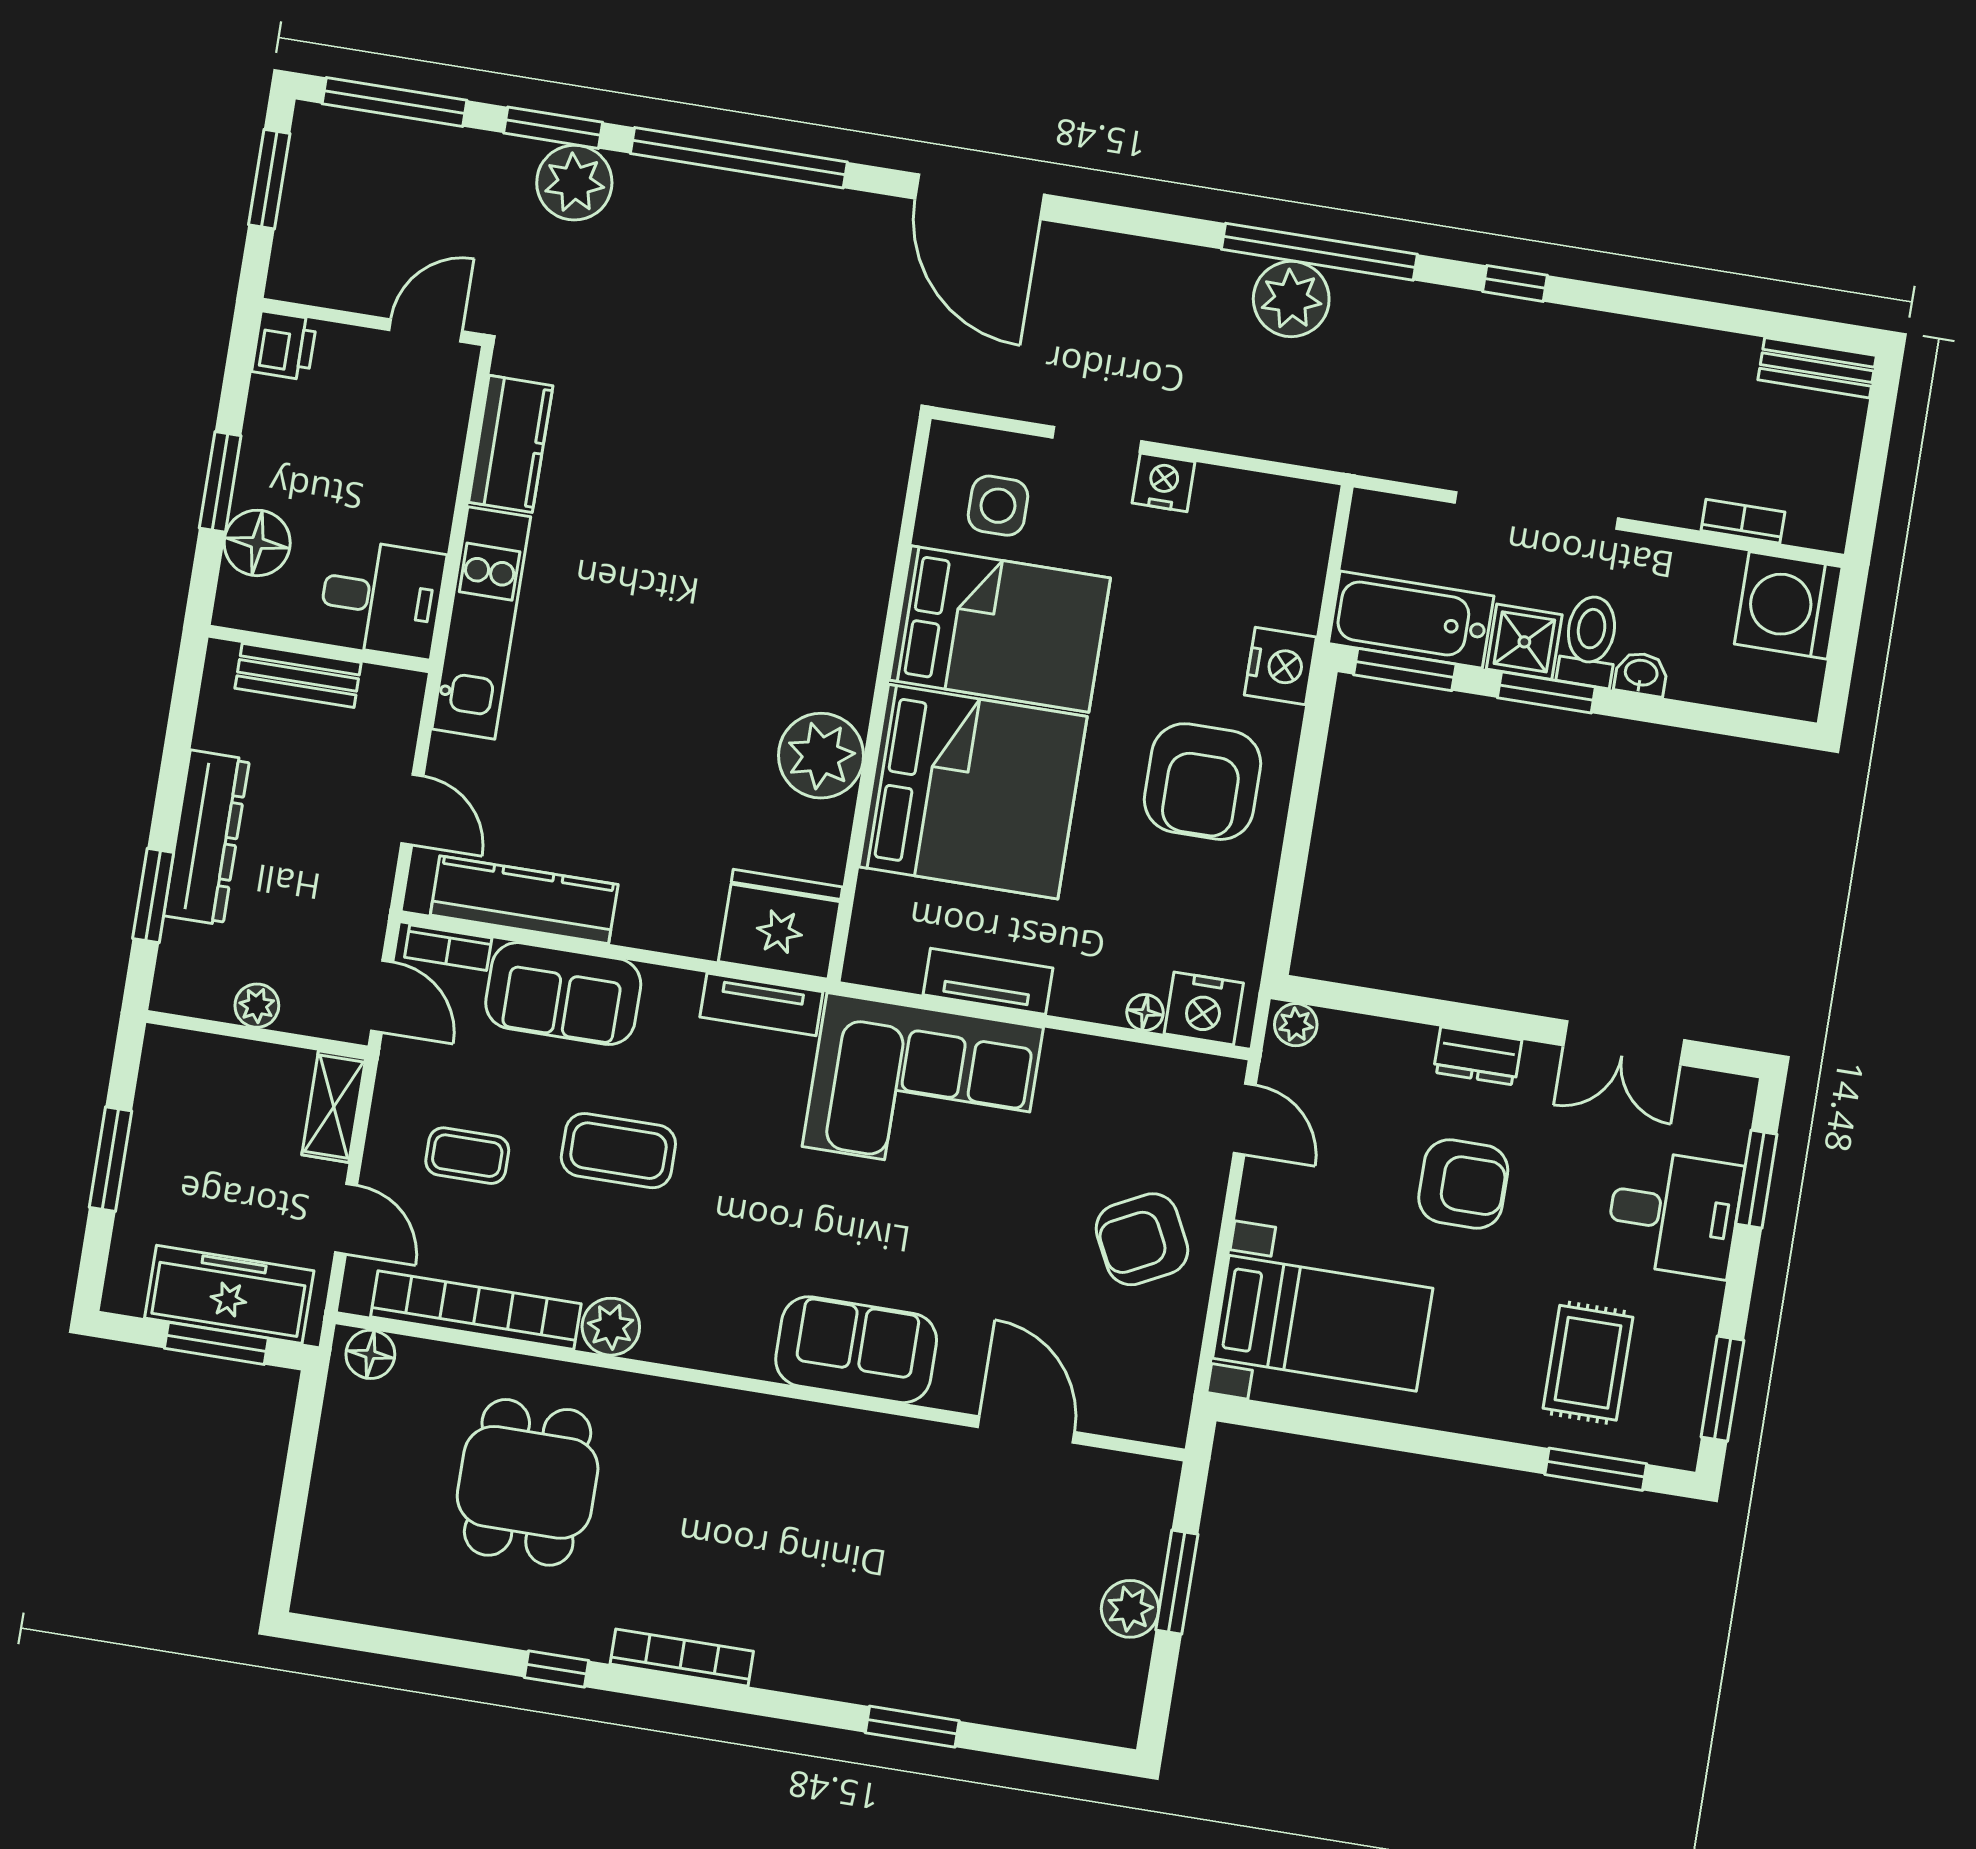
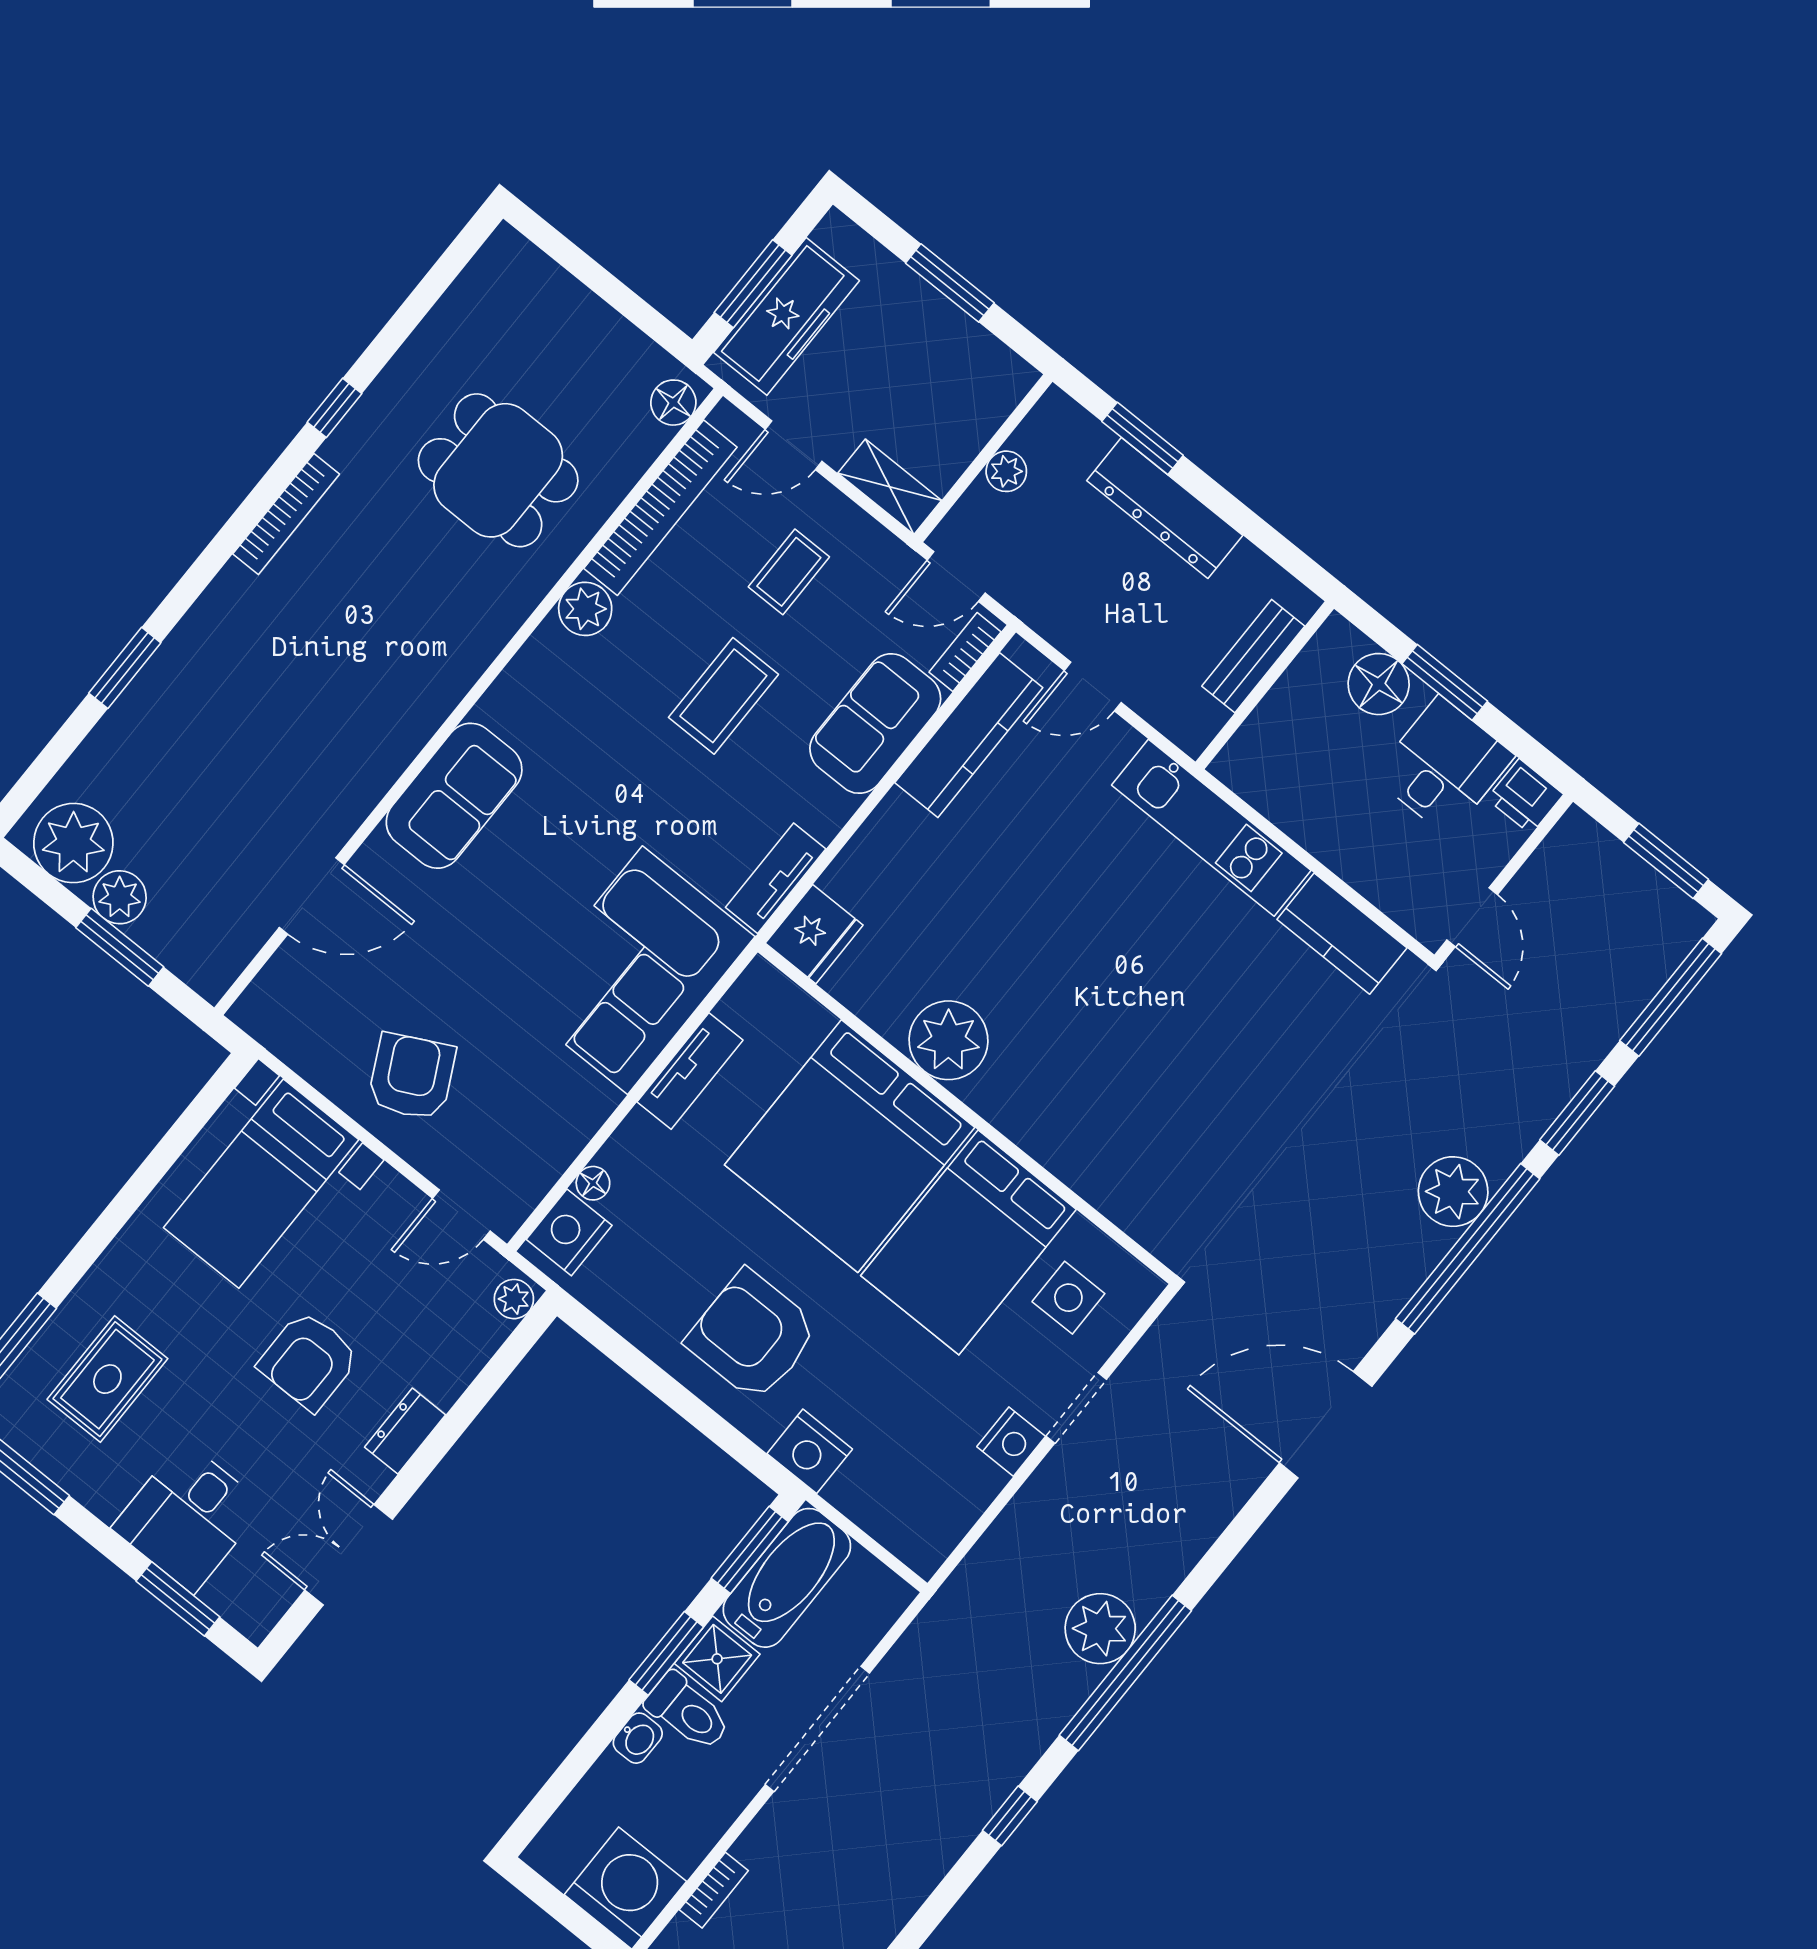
plant: (574, 183) -> (1453, 1192), moved
desk: (382, 598) -> (1444, 766), moved, turned 180
fridge: (781, 924) -> (814, 934), width x0.73, depth x0.75
rug: (1588, 1363) -> (107, 1379), turned 90
plant: (1104, 1681) -> (73, 843), added

